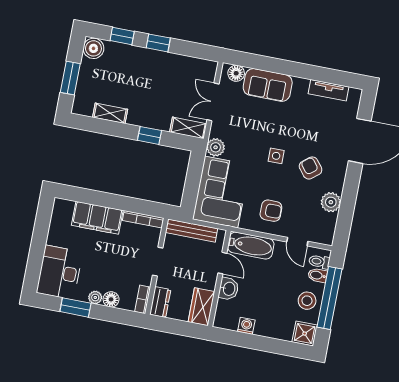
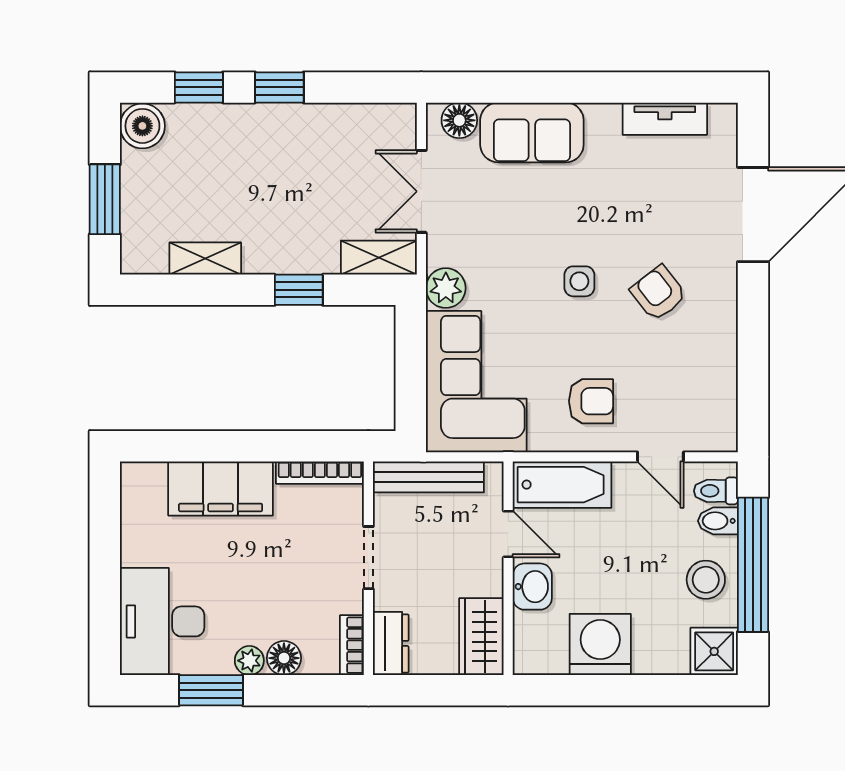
plant: (331, 202) -> (716, 358), removed
washing machine: (246, 326) -> (600, 644), width x1.89, depth x1.89

